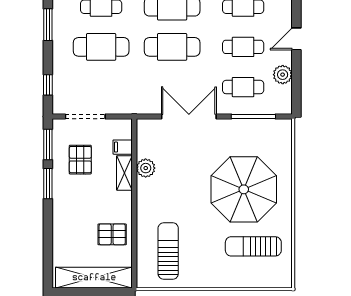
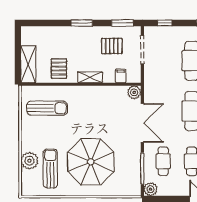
plant: (283, 75) -> (151, 189), moved
plant: (146, 168) -> (134, 92), moved
shelving: (124, 173) -> (90, 77), moved
window: (48, 184) -> (82, 23), moved
plant: (242, 276) -> (29, 161), added
shelving: (94, 278) -> (28, 64), width x0.68

